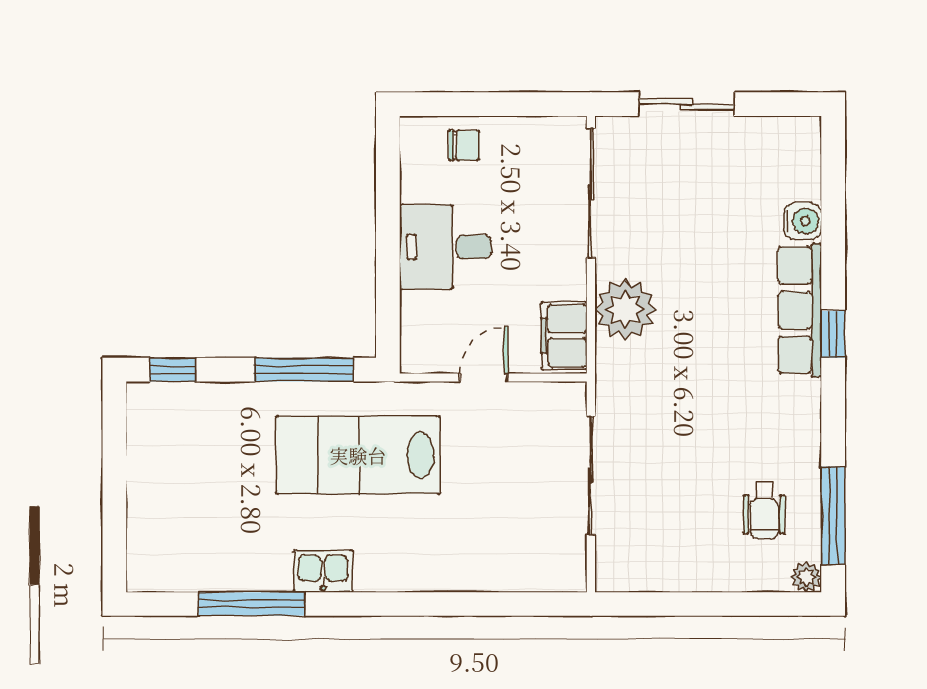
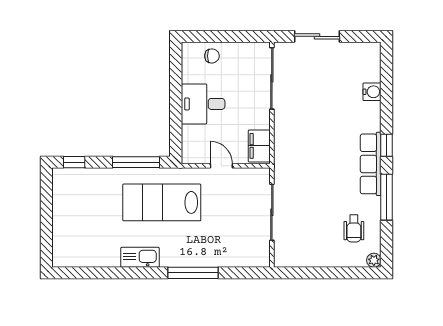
plant: (625, 309) -> (288, 133), removed
row of seats: (800, 310) -> (371, 164), moved
door: (484, 377) -> (221, 166), hinge flipped
window: (833, 515) -> (386, 197), moved
kitchen sink: (323, 571) -> (140, 257), width x1.38
window: (252, 604) -> (193, 273), moved

